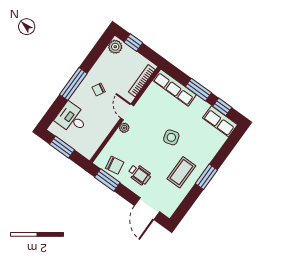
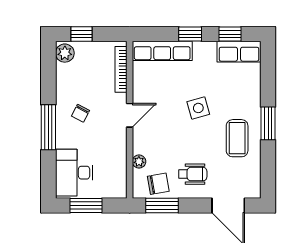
window: (198, 90) -> (190, 34), width x0.67
door: (127, 112) -> (130, 115), swing flipped
desk: (72, 118) -> (74, 173), width x1.37
plant: (124, 128) -> (139, 162), moved

